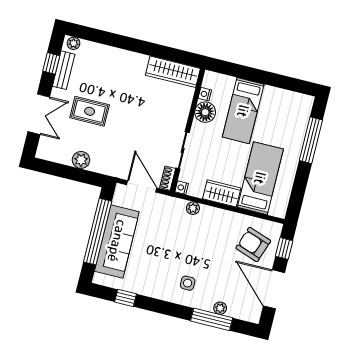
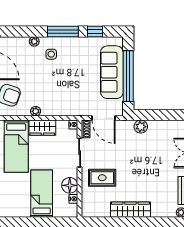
wardrobe: (173, 72) -> (130, 210), moved
rug: (90, 111) -> (102, 178), moved
plant: (81, 160) -> (141, 127), moved
plant: (193, 208) -> (36, 111), moved
plant: (220, 308) -> (34, 41), moved
window: (212, 319) -> (63, 31), moved

